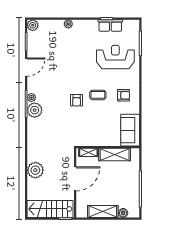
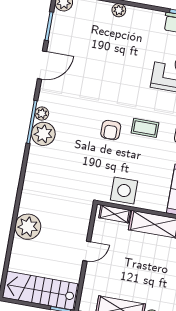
side table: (92, 137) -> (124, 190), added
door: (75, 179) -> (87, 251), width x0.53

